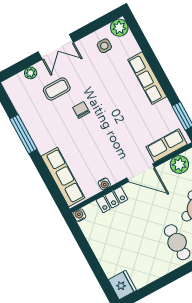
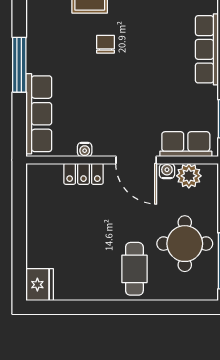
window: (23, 134) -> (19, 65), moved
water cooler: (79, 215) -> (167, 171), moved

